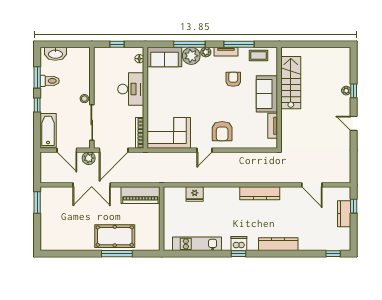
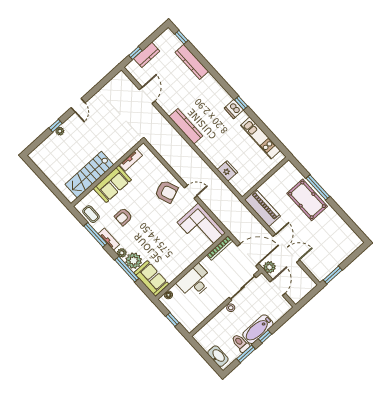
bathtub: (48, 130) -> (258, 329), moved
armchair: (222, 131) -> (166, 192), turned 69
kitchen counter: (278, 244) -> (192, 62), moved

